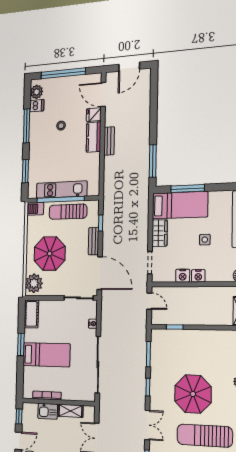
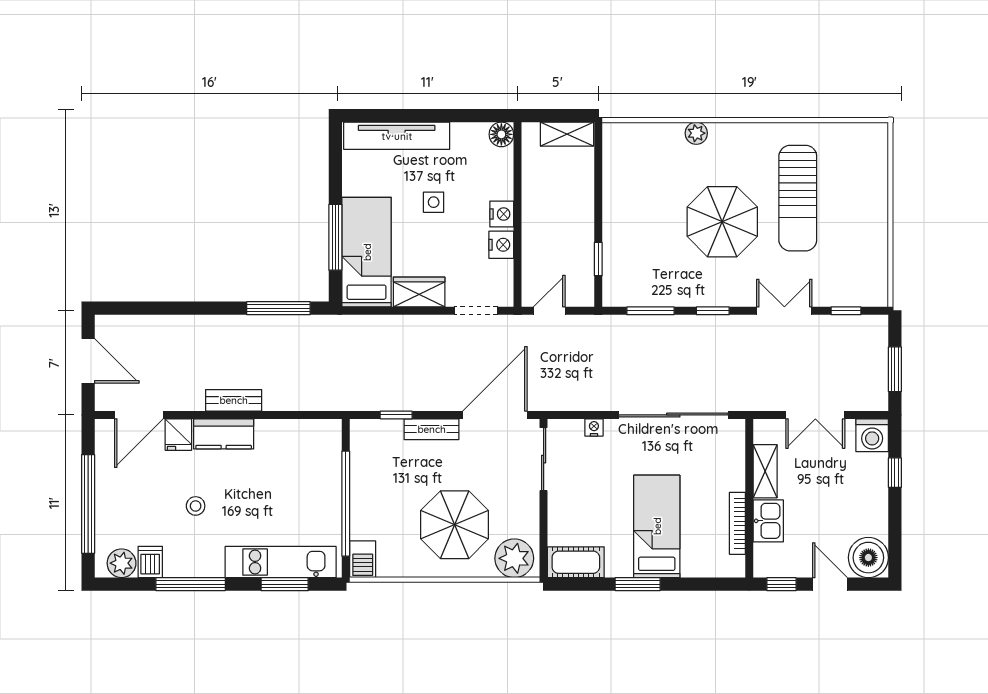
kitchen unit: (62, 190) -> (281, 562), moved, turned 90
sun lounger: (68, 212) -> (371, 486), removed

